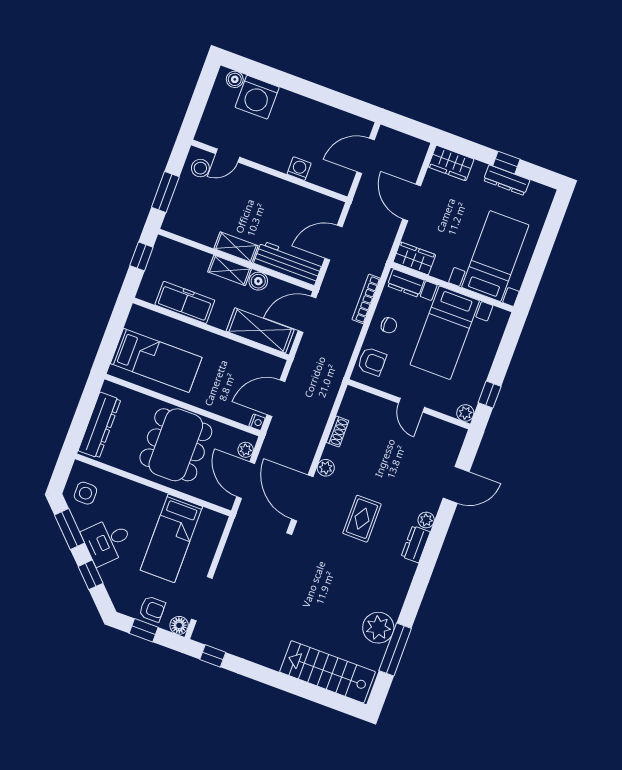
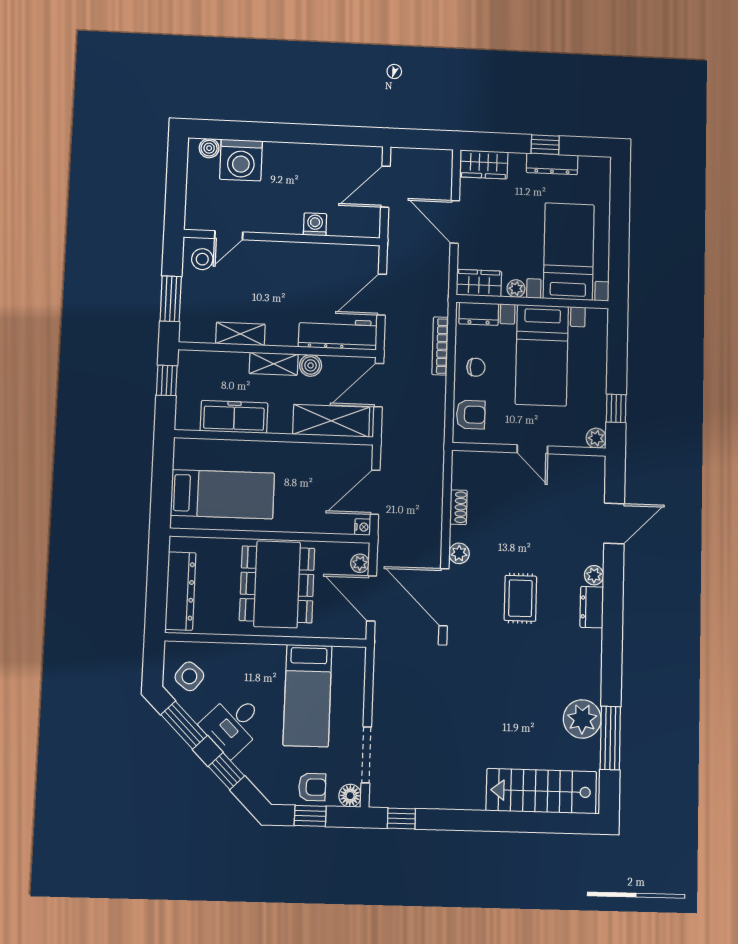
shelving: (236, 247) -> (240, 334), moved
plant: (442, 272) -> (516, 289), added
side table: (85, 493) -> (189, 676), turned 38

